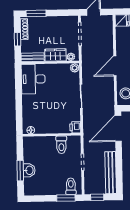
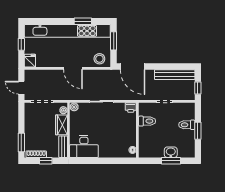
toilet: (71, 186) -> (187, 125), moved
window: (66, 198) -> (198, 131), moved

